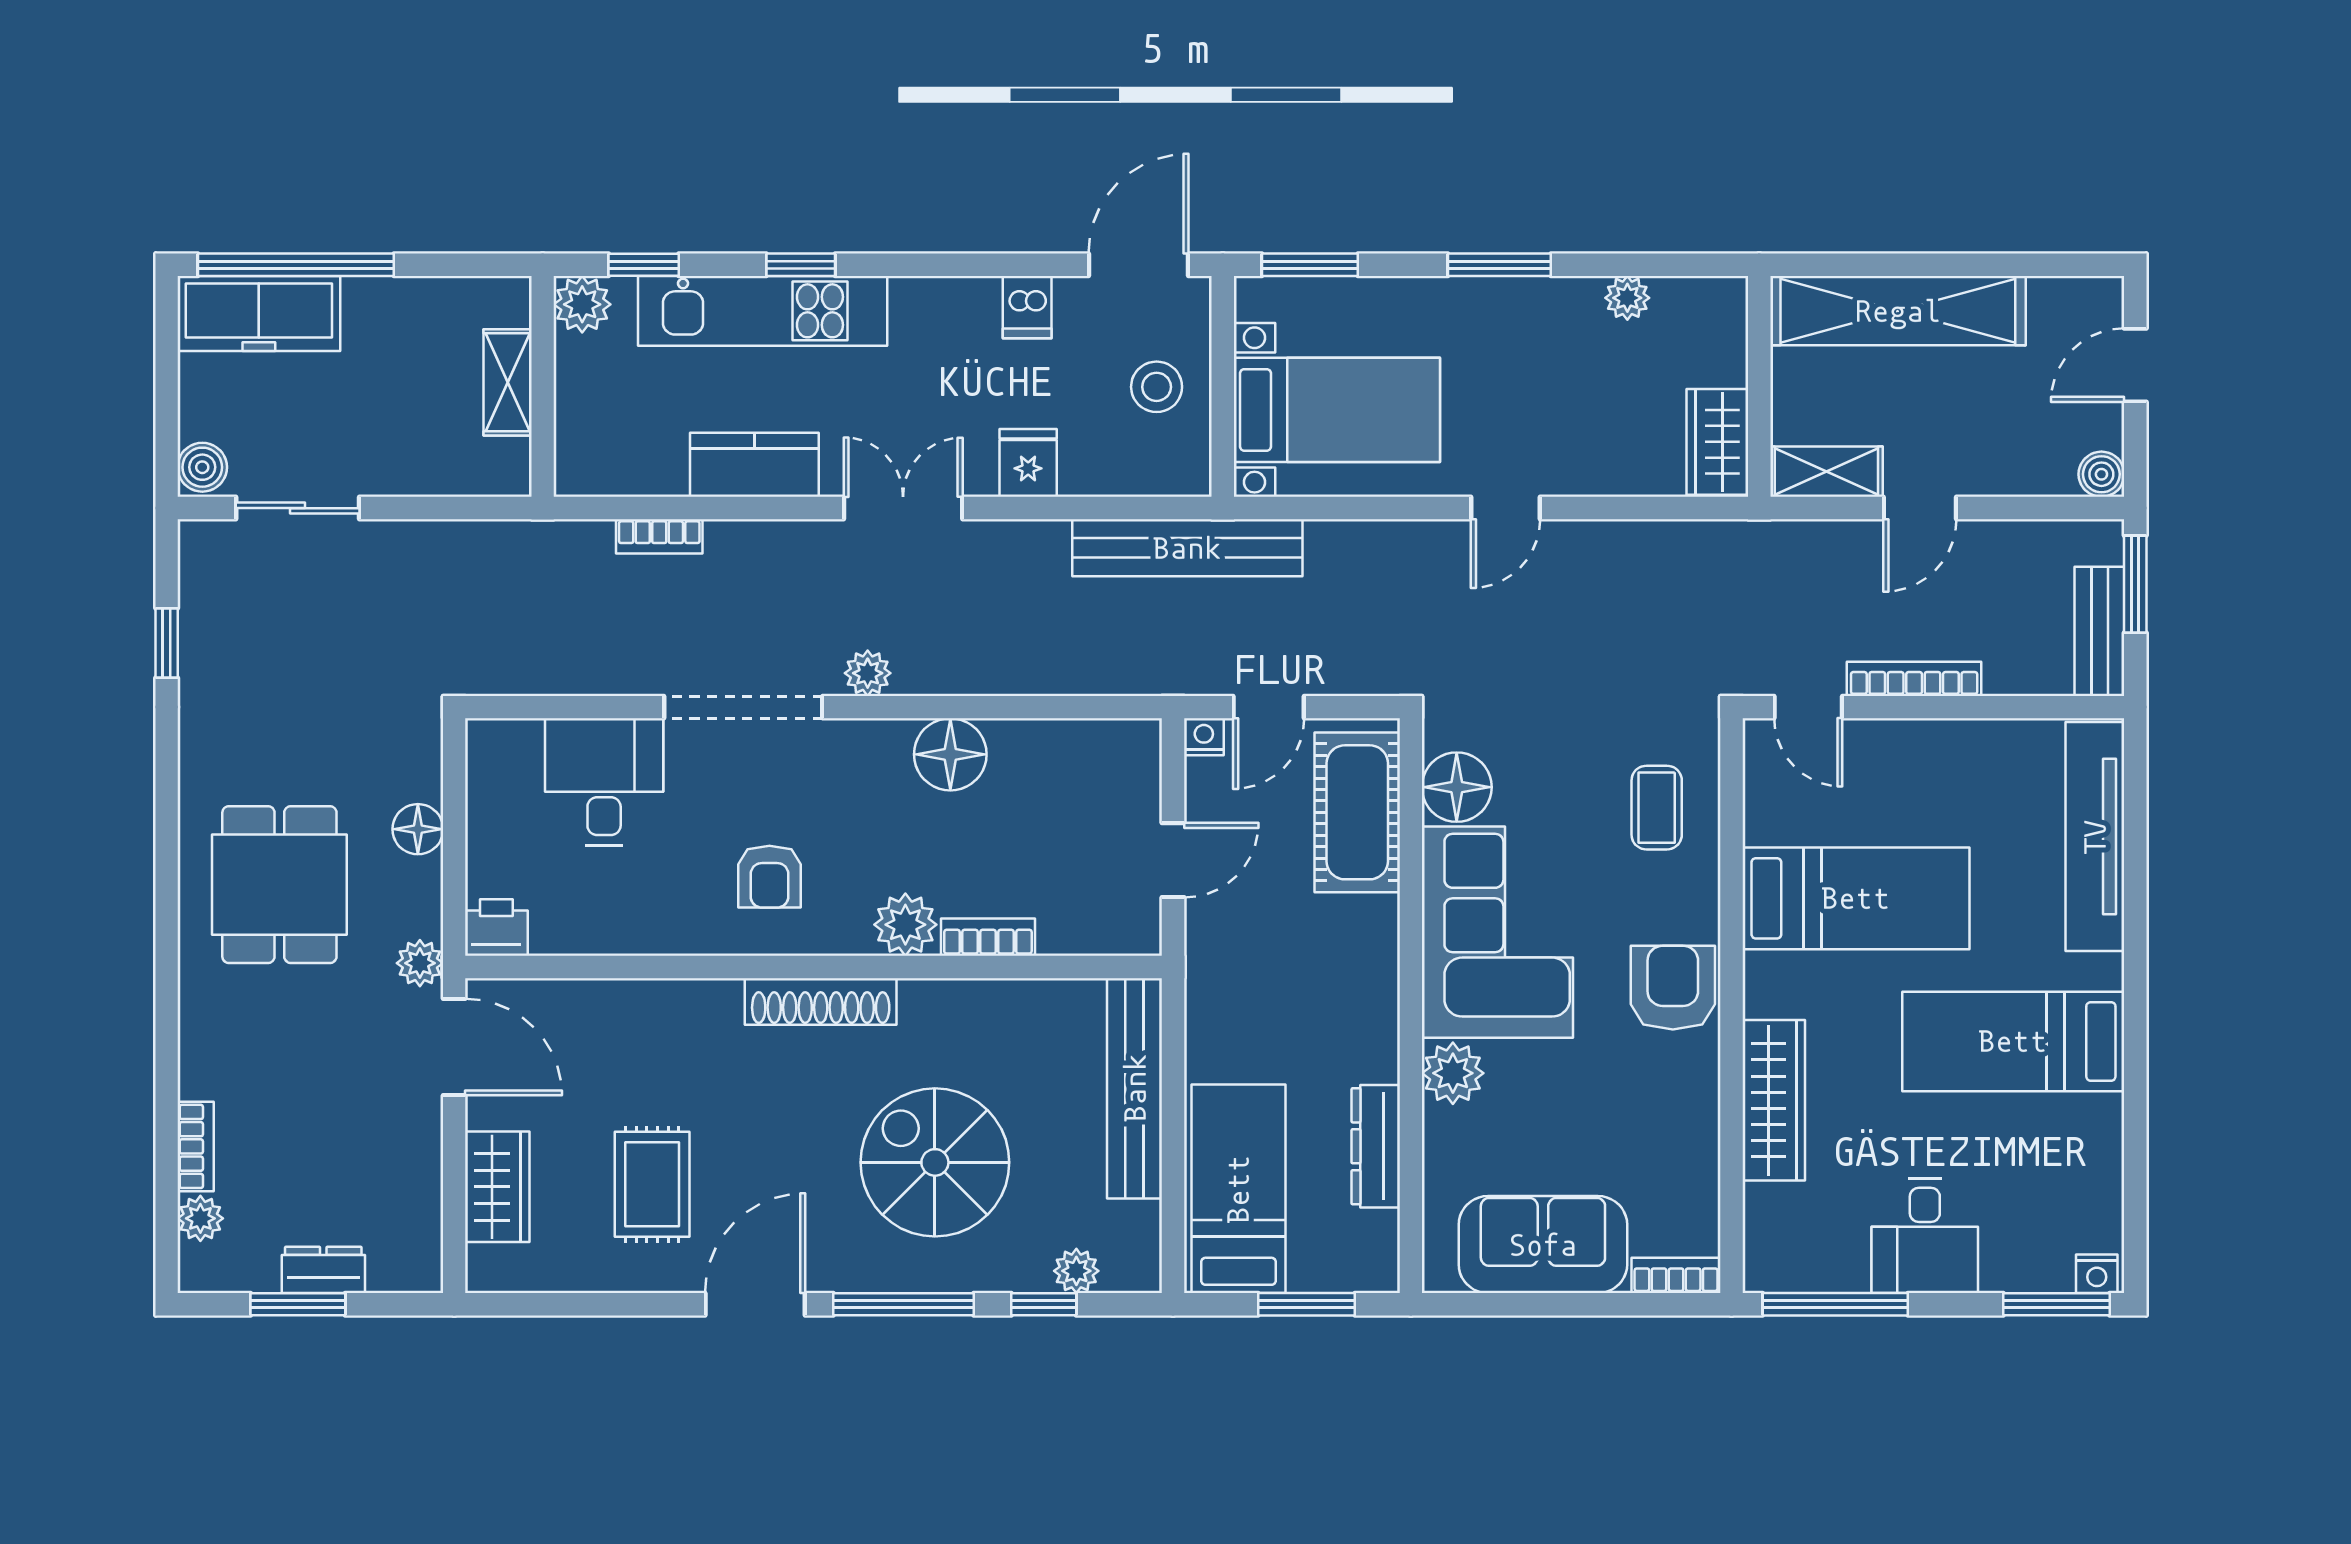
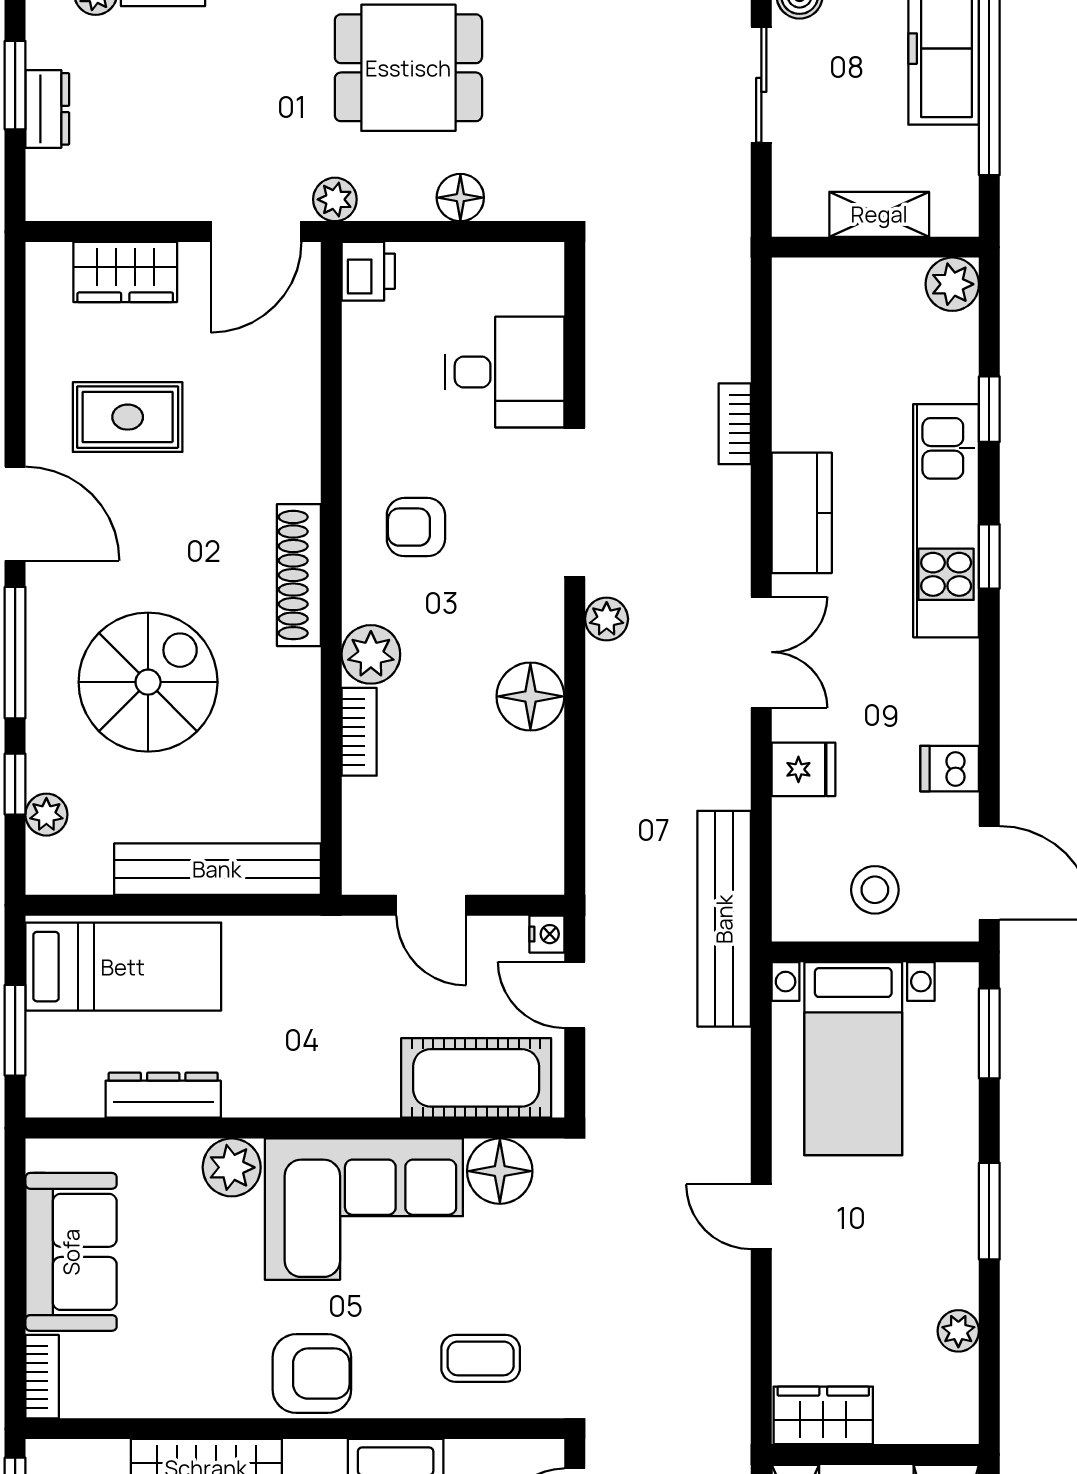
plant: (582, 304) -> (952, 284), moved
shelving: (508, 382) -> (879, 214), moved
wall: (543, 386) -> (875, 247), moved

